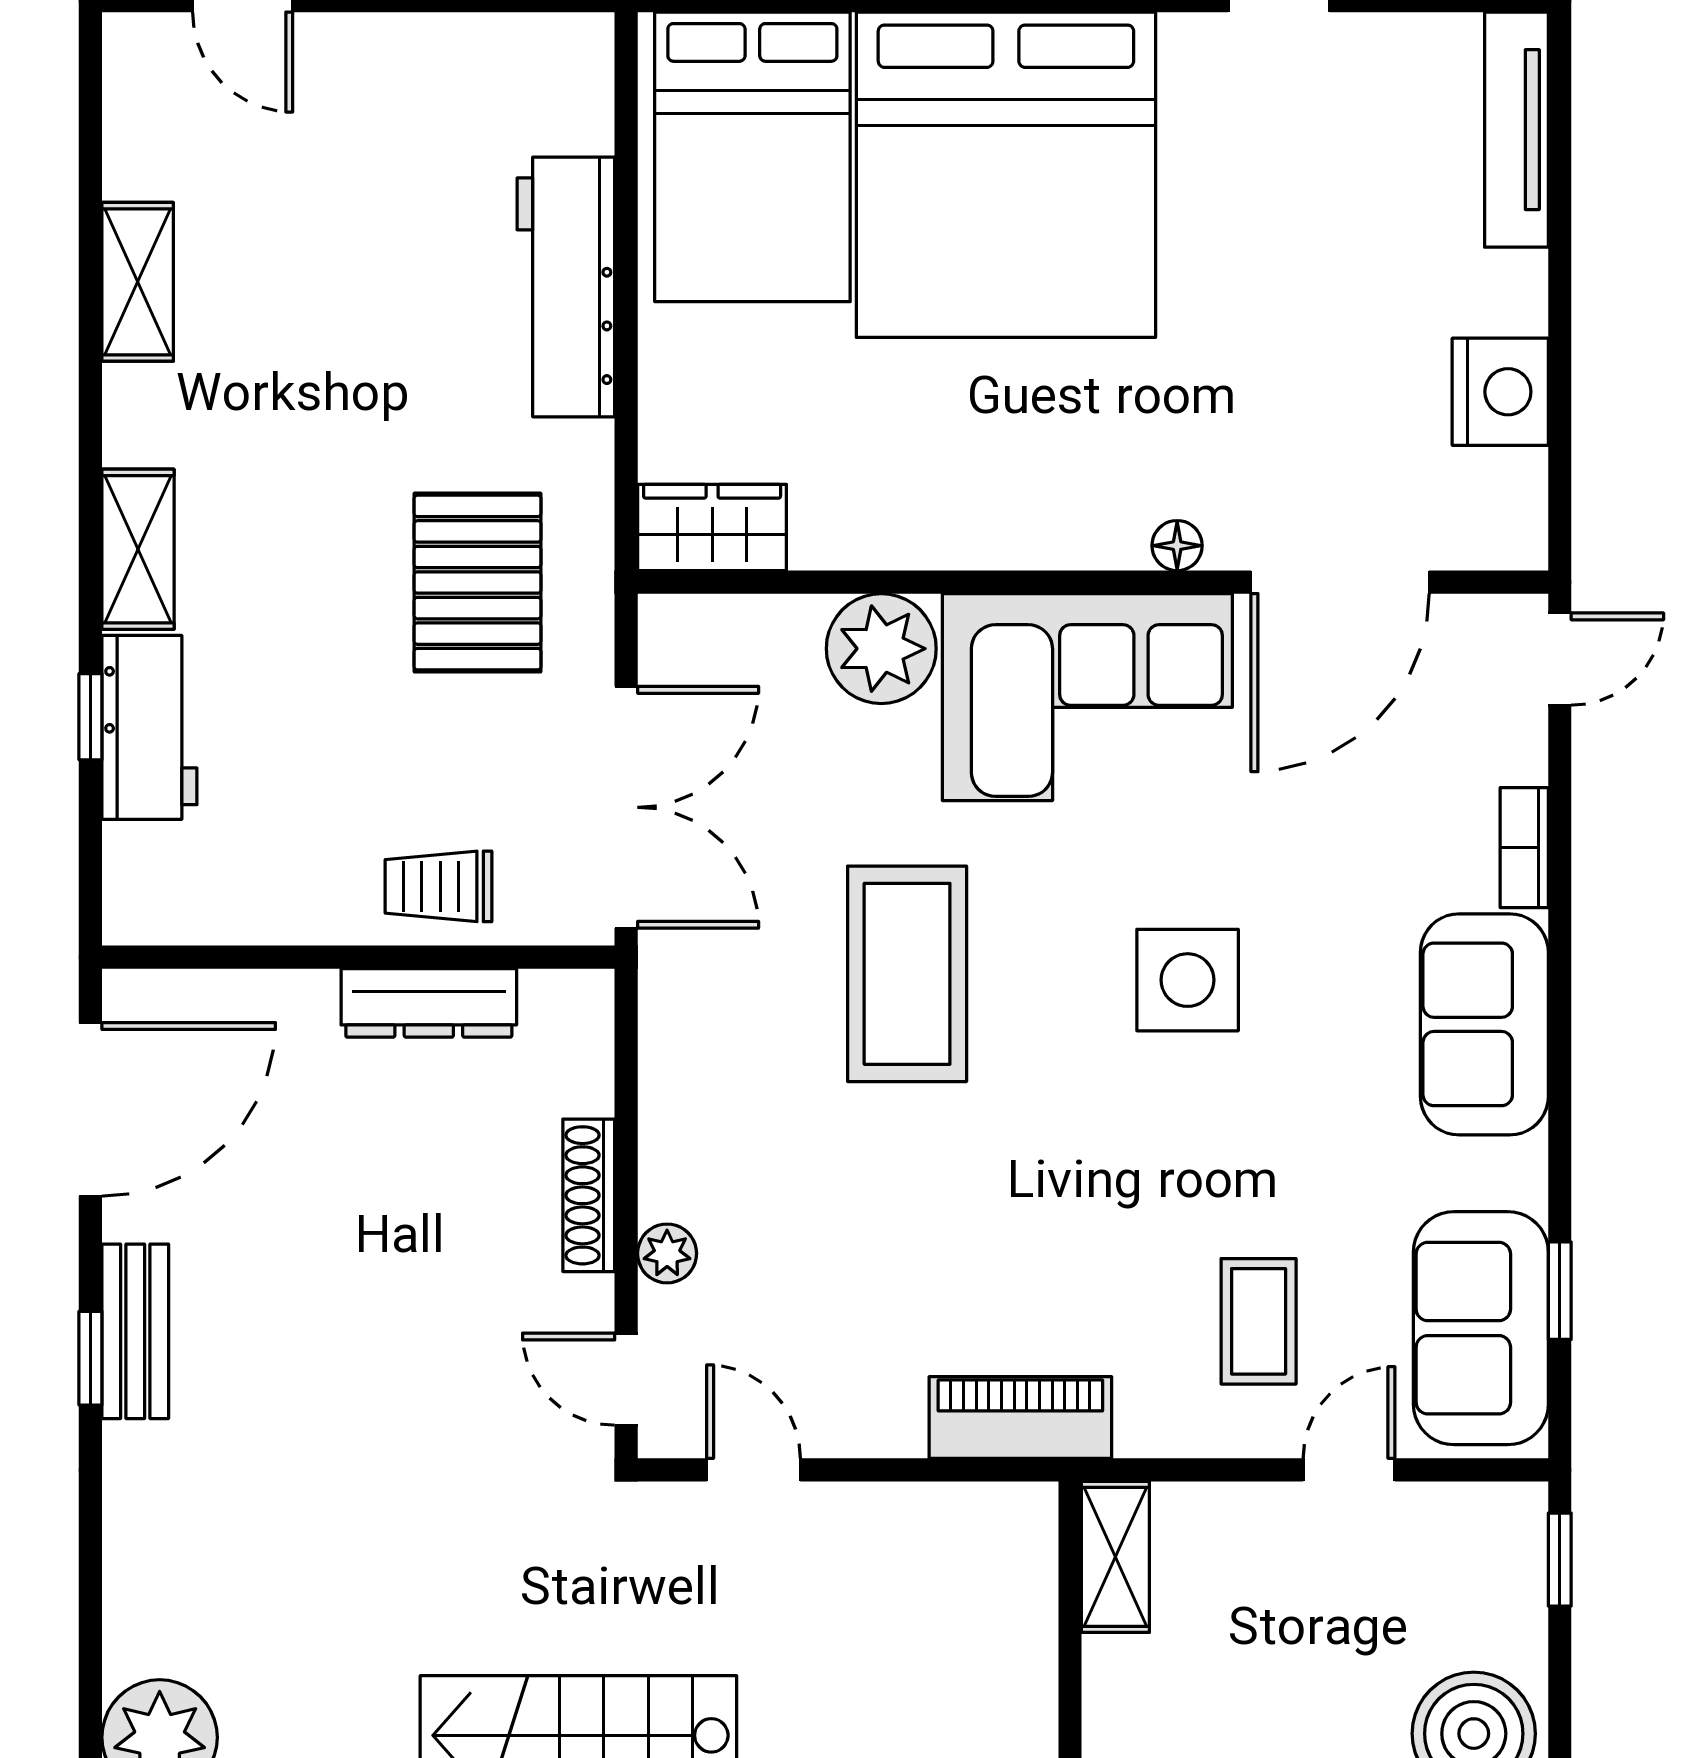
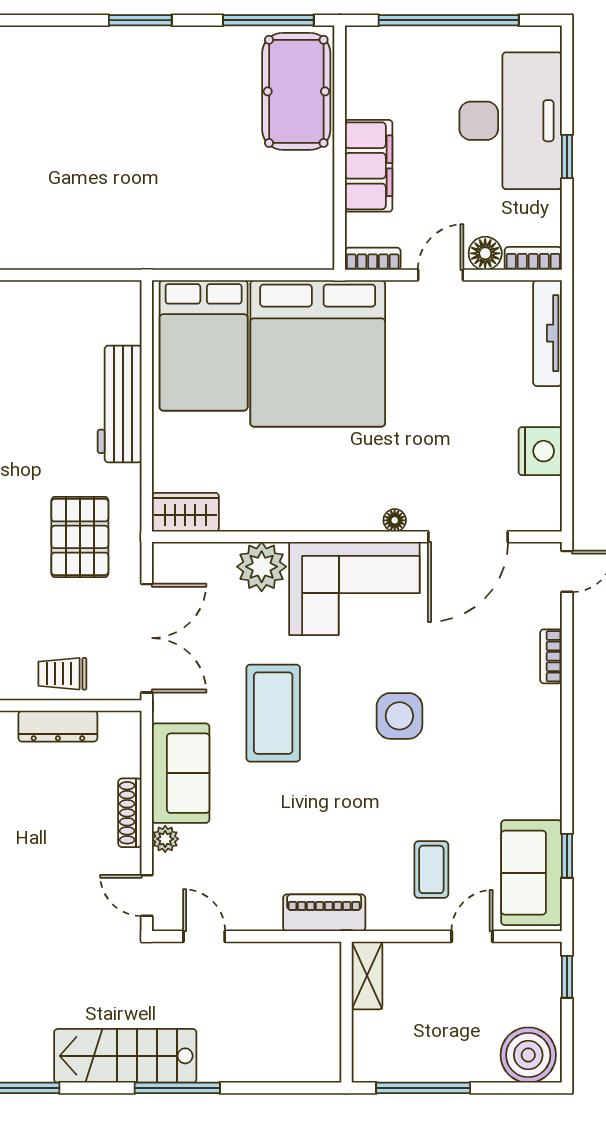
sofa: (1484, 1024) -> (181, 773), moved, turned 180

